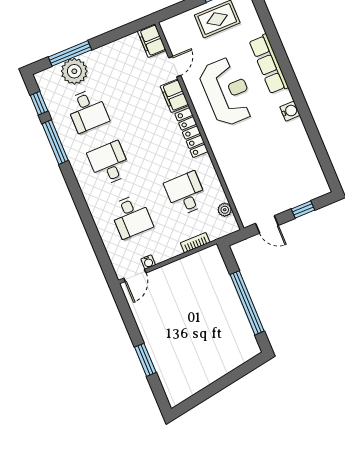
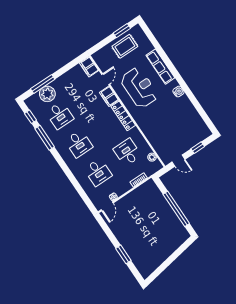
desk: (109, 163) -> (79, 144), turned 180

